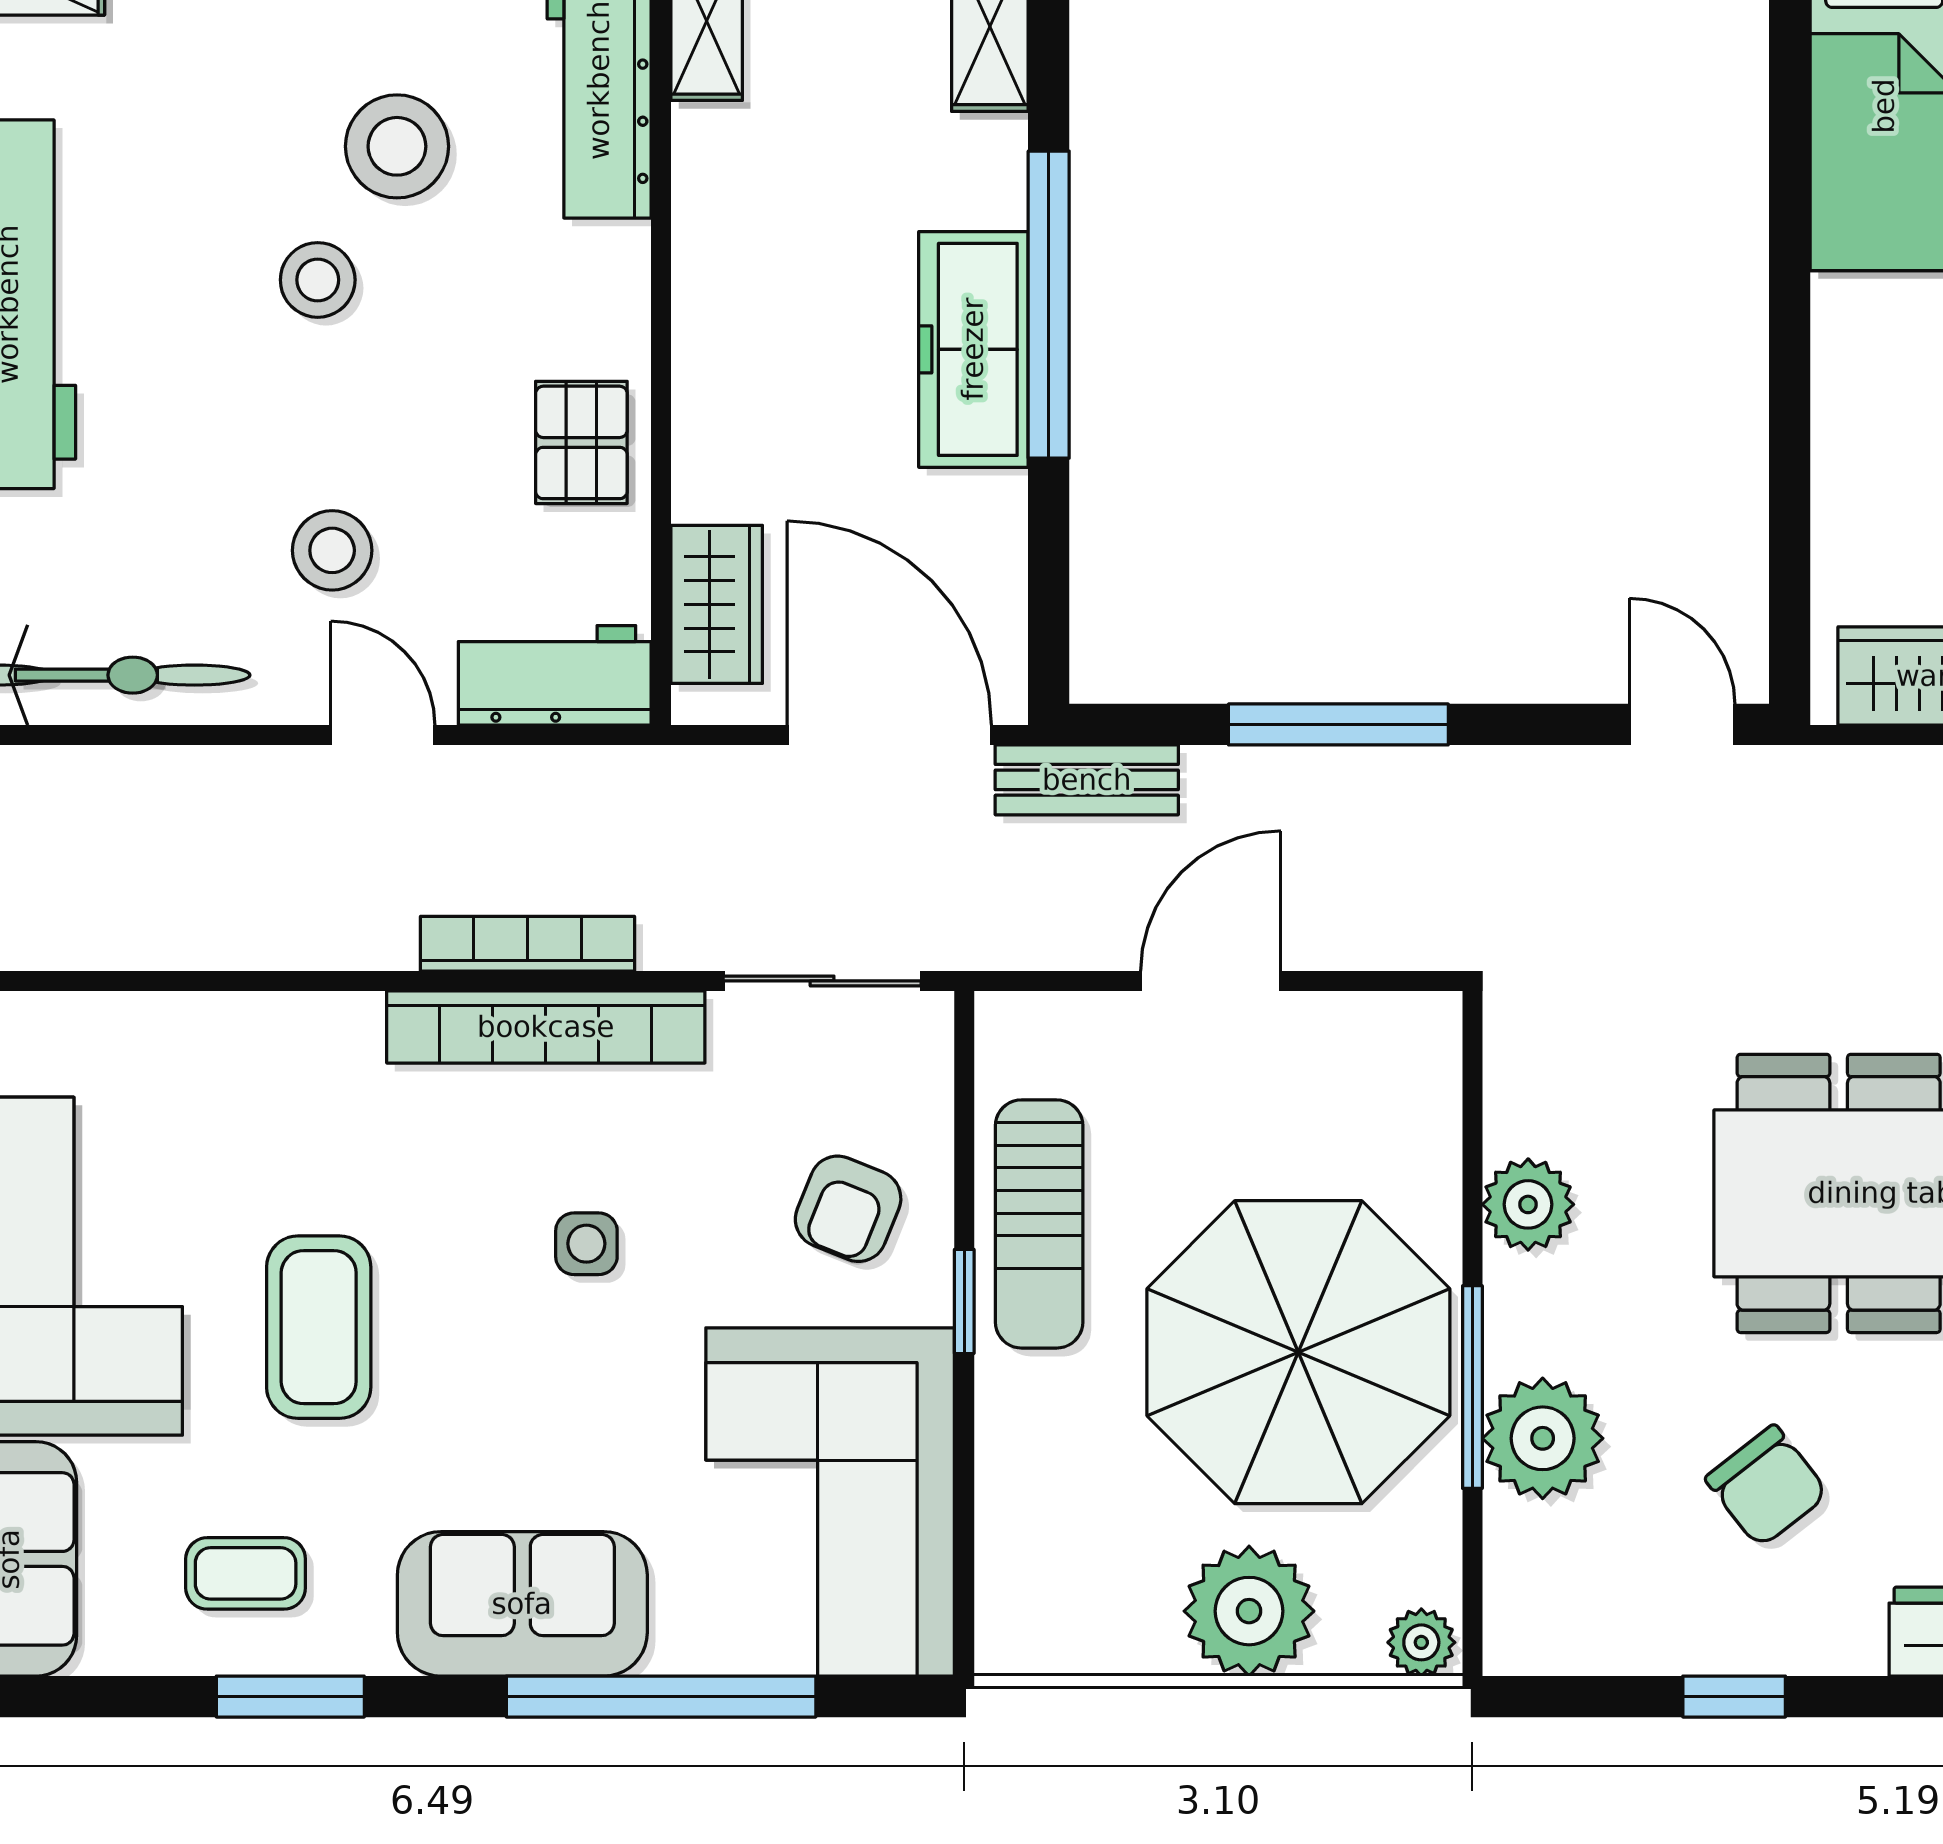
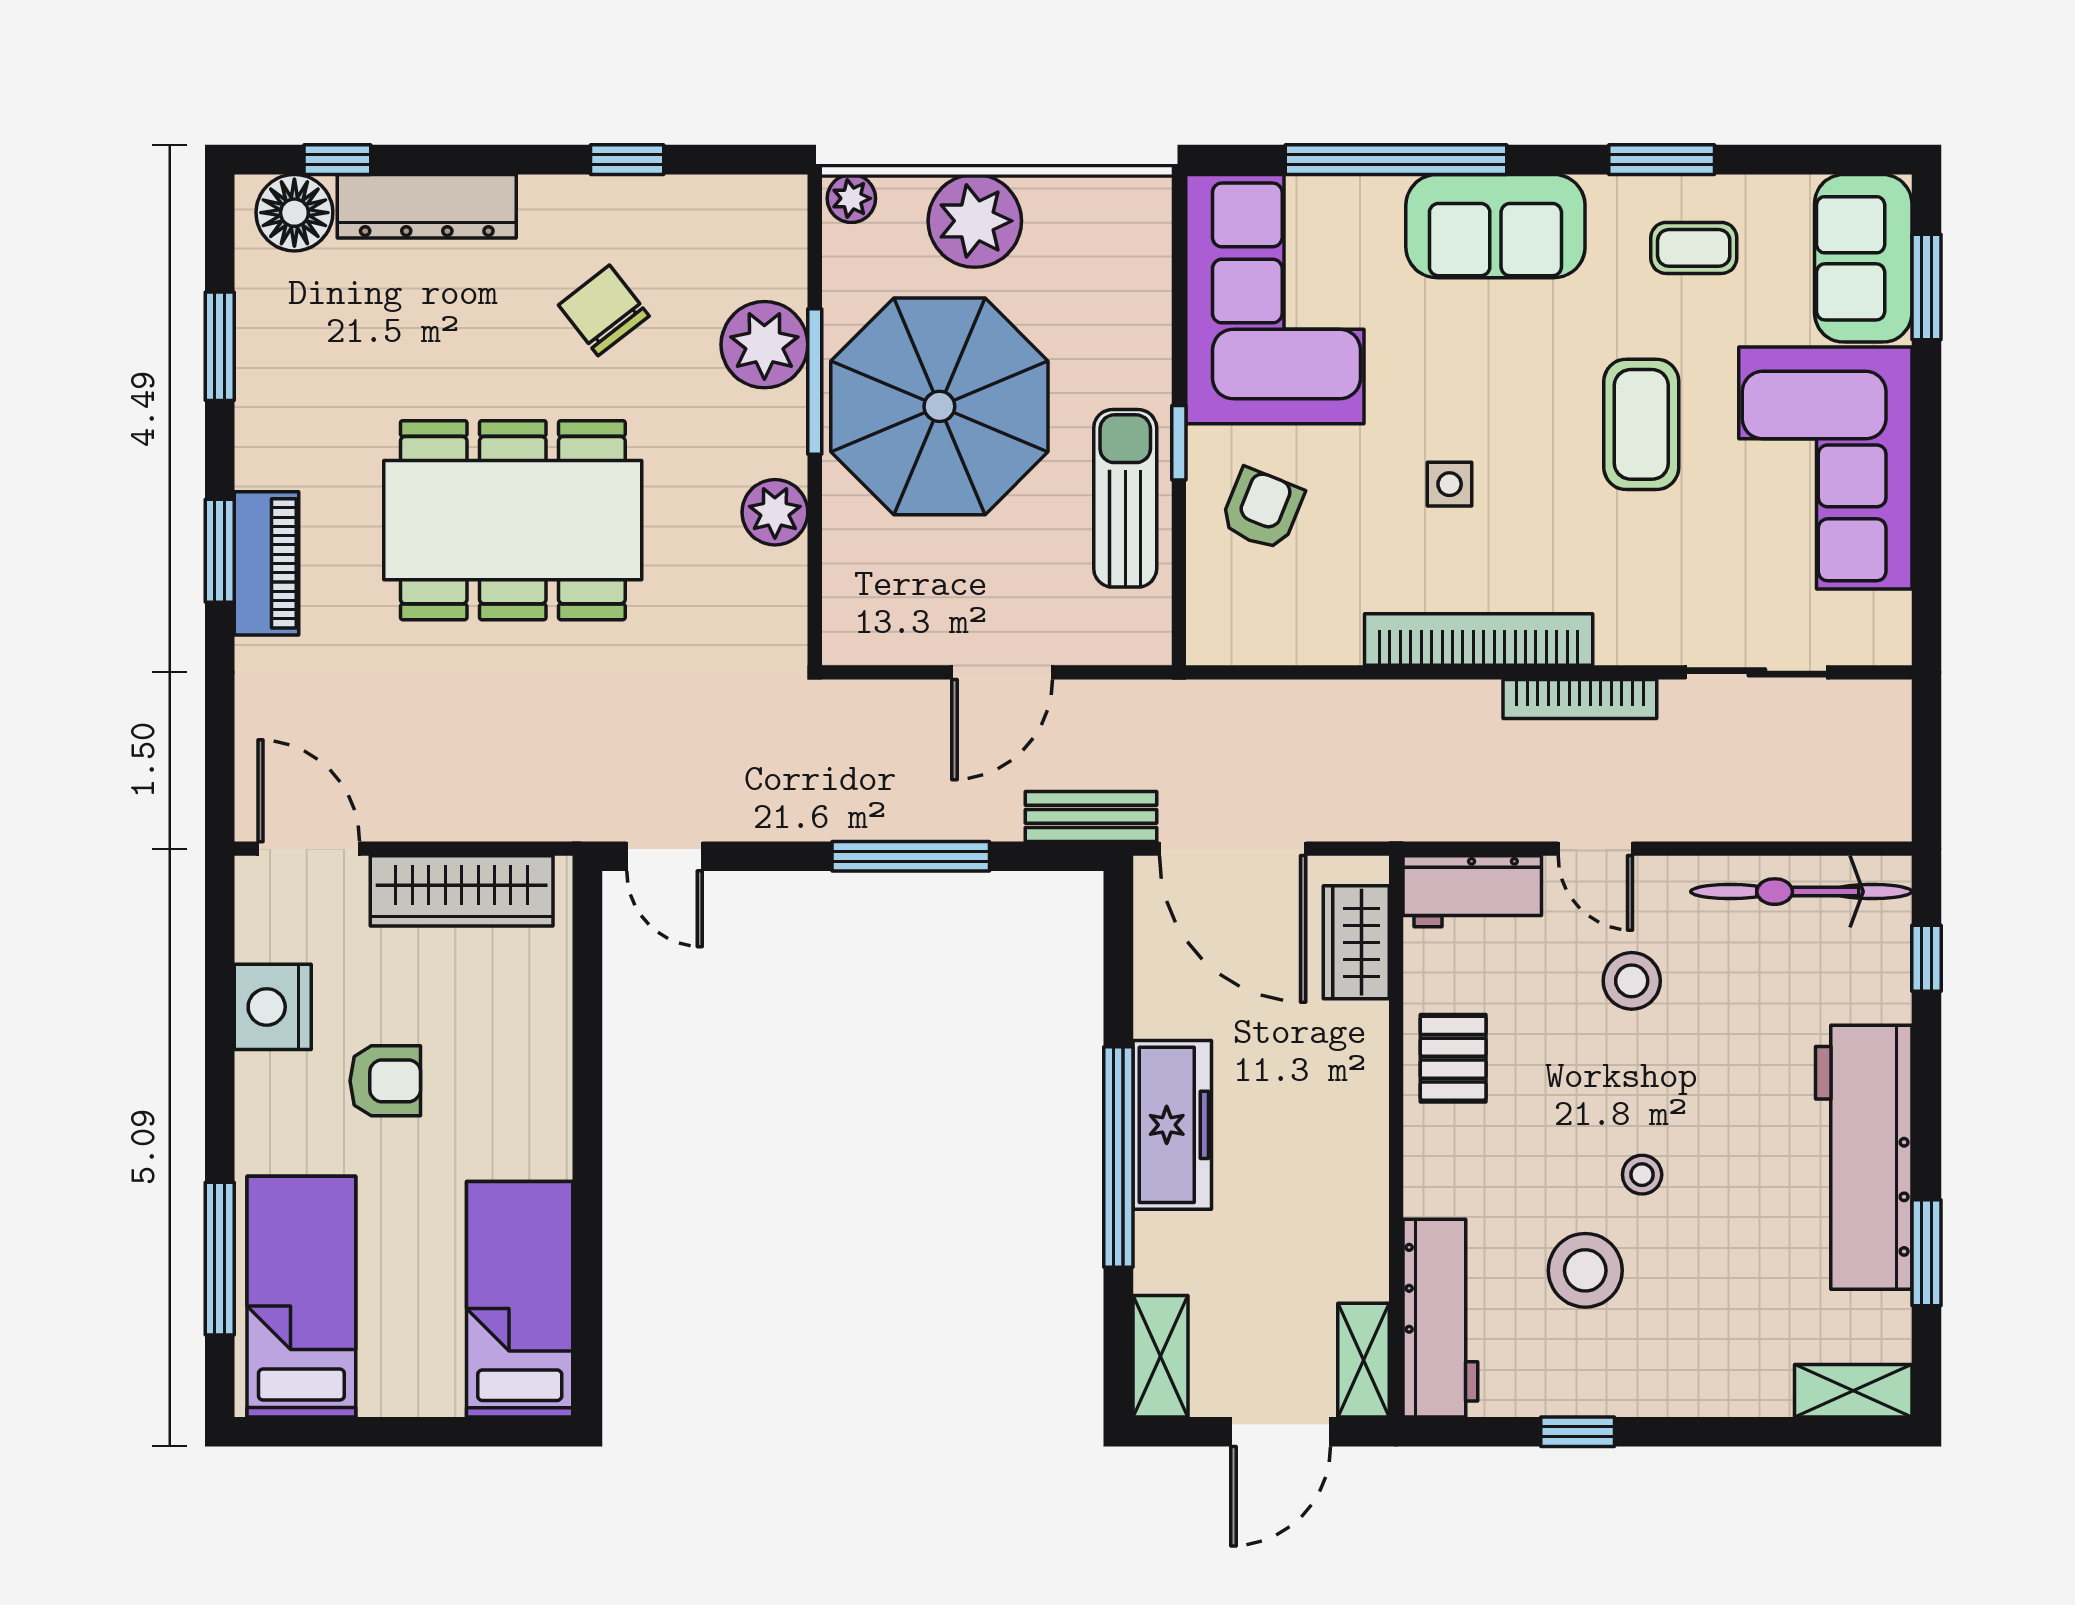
stool: (318, 280) -> (1642, 1175), width x0.73, depth x0.73
bookcase: (527, 944) -> (1580, 699), moved
sliding door: (822, 981) -> (1757, 672), moved

